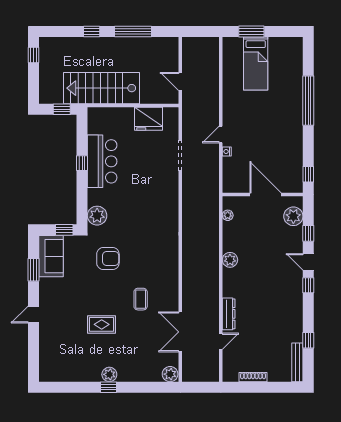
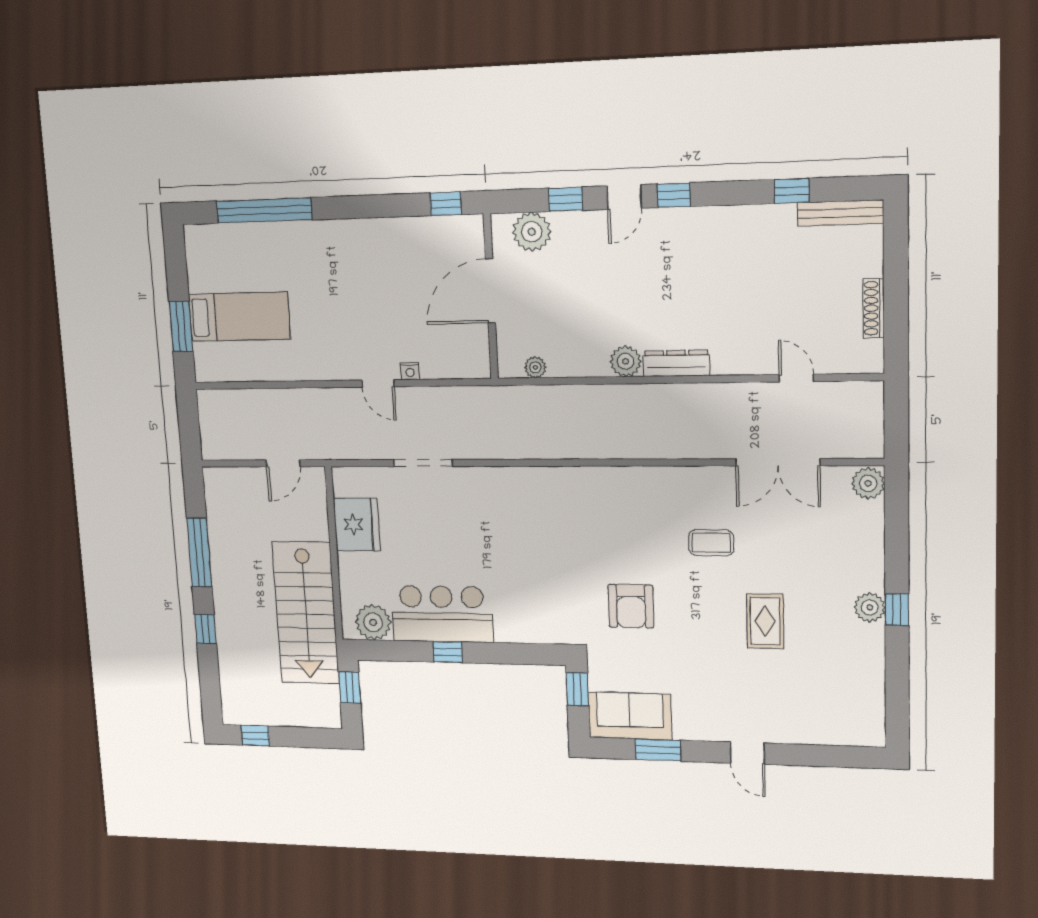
window: (308, 101) -> (264, 210), moved
plant: (97, 216) -> (373, 622), moved
armchair: (108, 259) -> (631, 606), turned 180
dresser: (229, 314) -> (676, 363), moved

